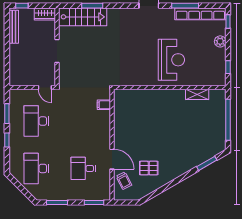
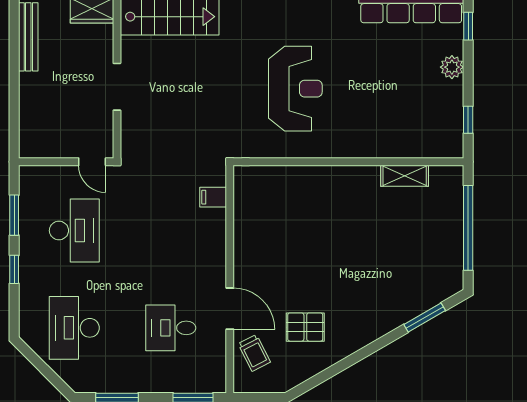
reception desk: (171, 60) -> (295, 89), moved
desk: (36, 121) -> (74, 231), turned 180

